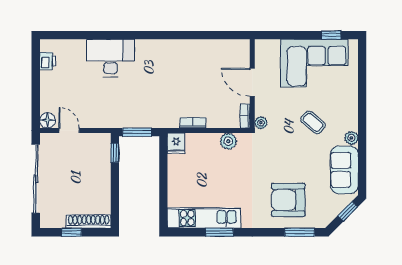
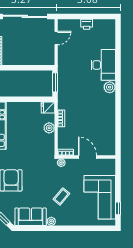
plant: (145, 48) -> (110, 87), added
printer: (48, 61) -> (87, 24), moved
door: (252, 82) -> (87, 157), hinge flipped
floor lamp: (48, 120) -> (63, 24), removed
plant: (228, 141) -> (49, 128), moved
window: (115, 153) -> (42, 68), removed

